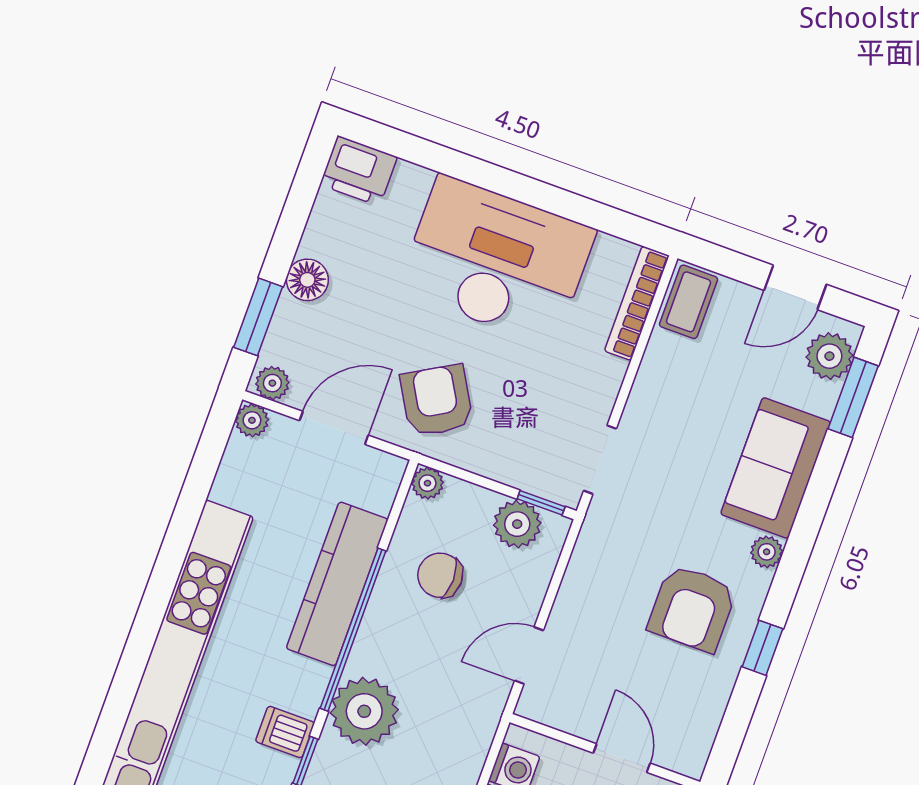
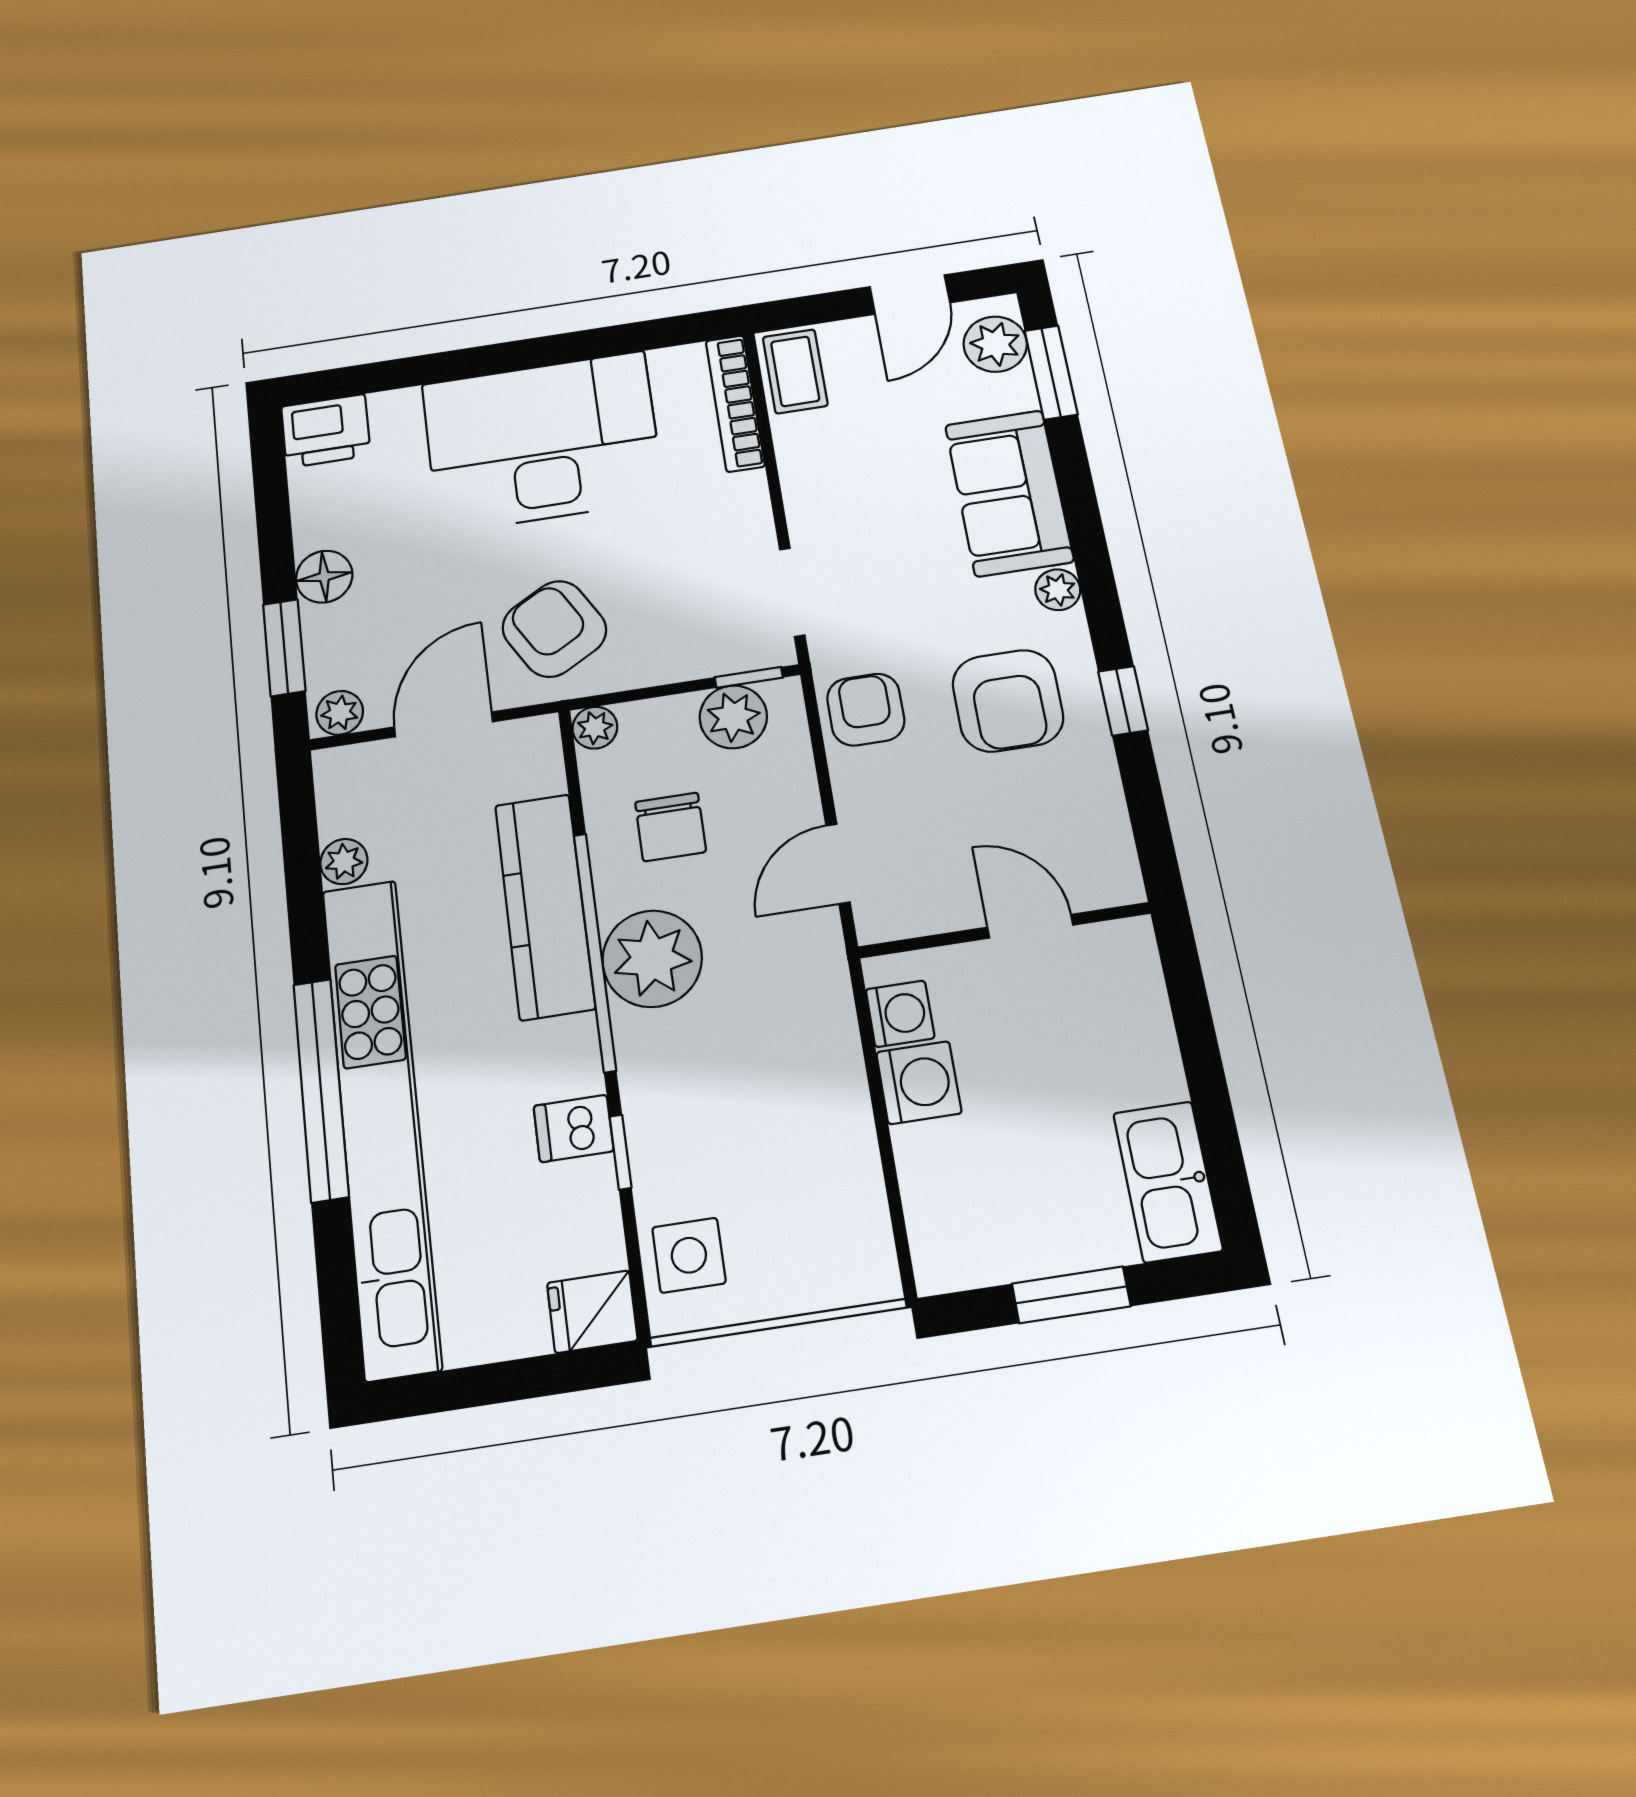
plant: (252, 420) -> (344, 861), moved
armchair: (602, 565) -> (866, 710), added
chair: (440, 575) -> (671, 827), turned -90
window: (146, 626) -> (321, 1089), added
plant: (364, 711) -> (652, 959), moved

